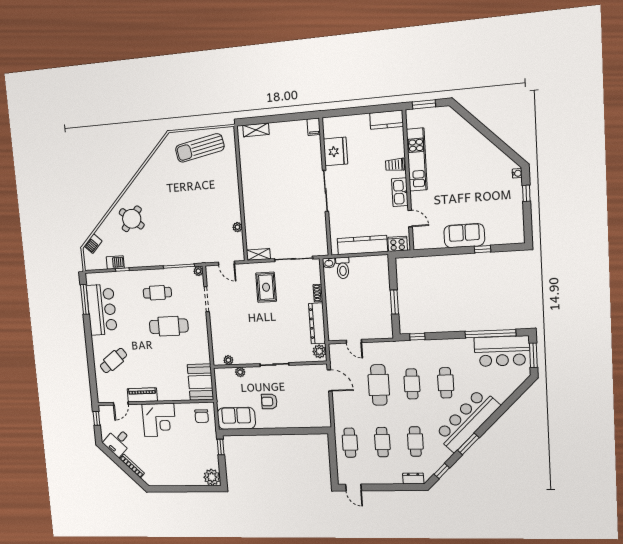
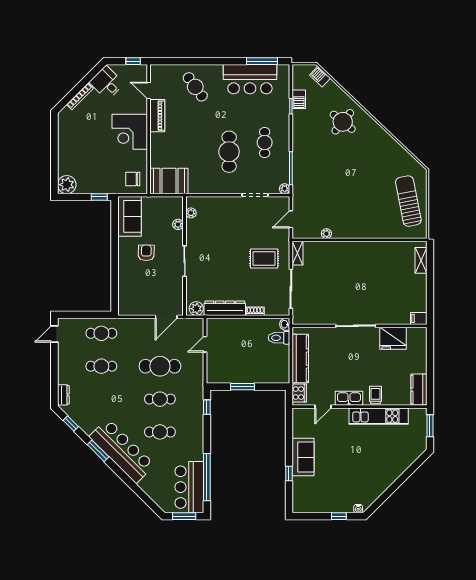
cafe table: (415, 442) -> (101, 399), removed

